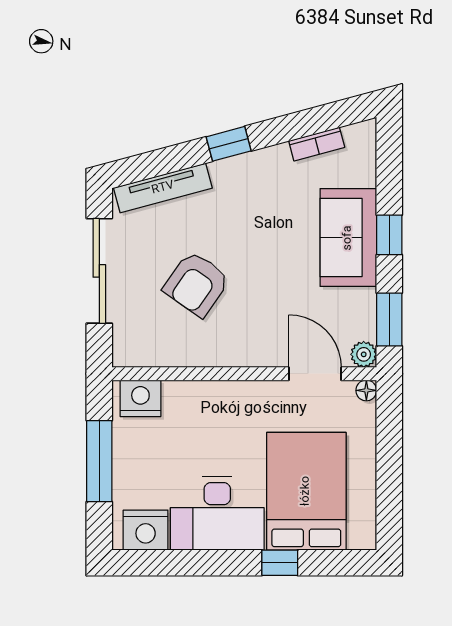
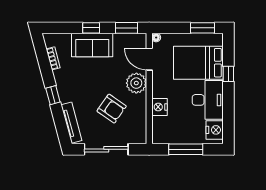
plant: (364, 354) -> (136, 83), moved, width x1.88, depth x1.88
door: (315, 374) -> (149, 59), hinge flipped
nightstand: (140, 398) -> (159, 107), moved
window: (389, 501) -> (203, 28), added

